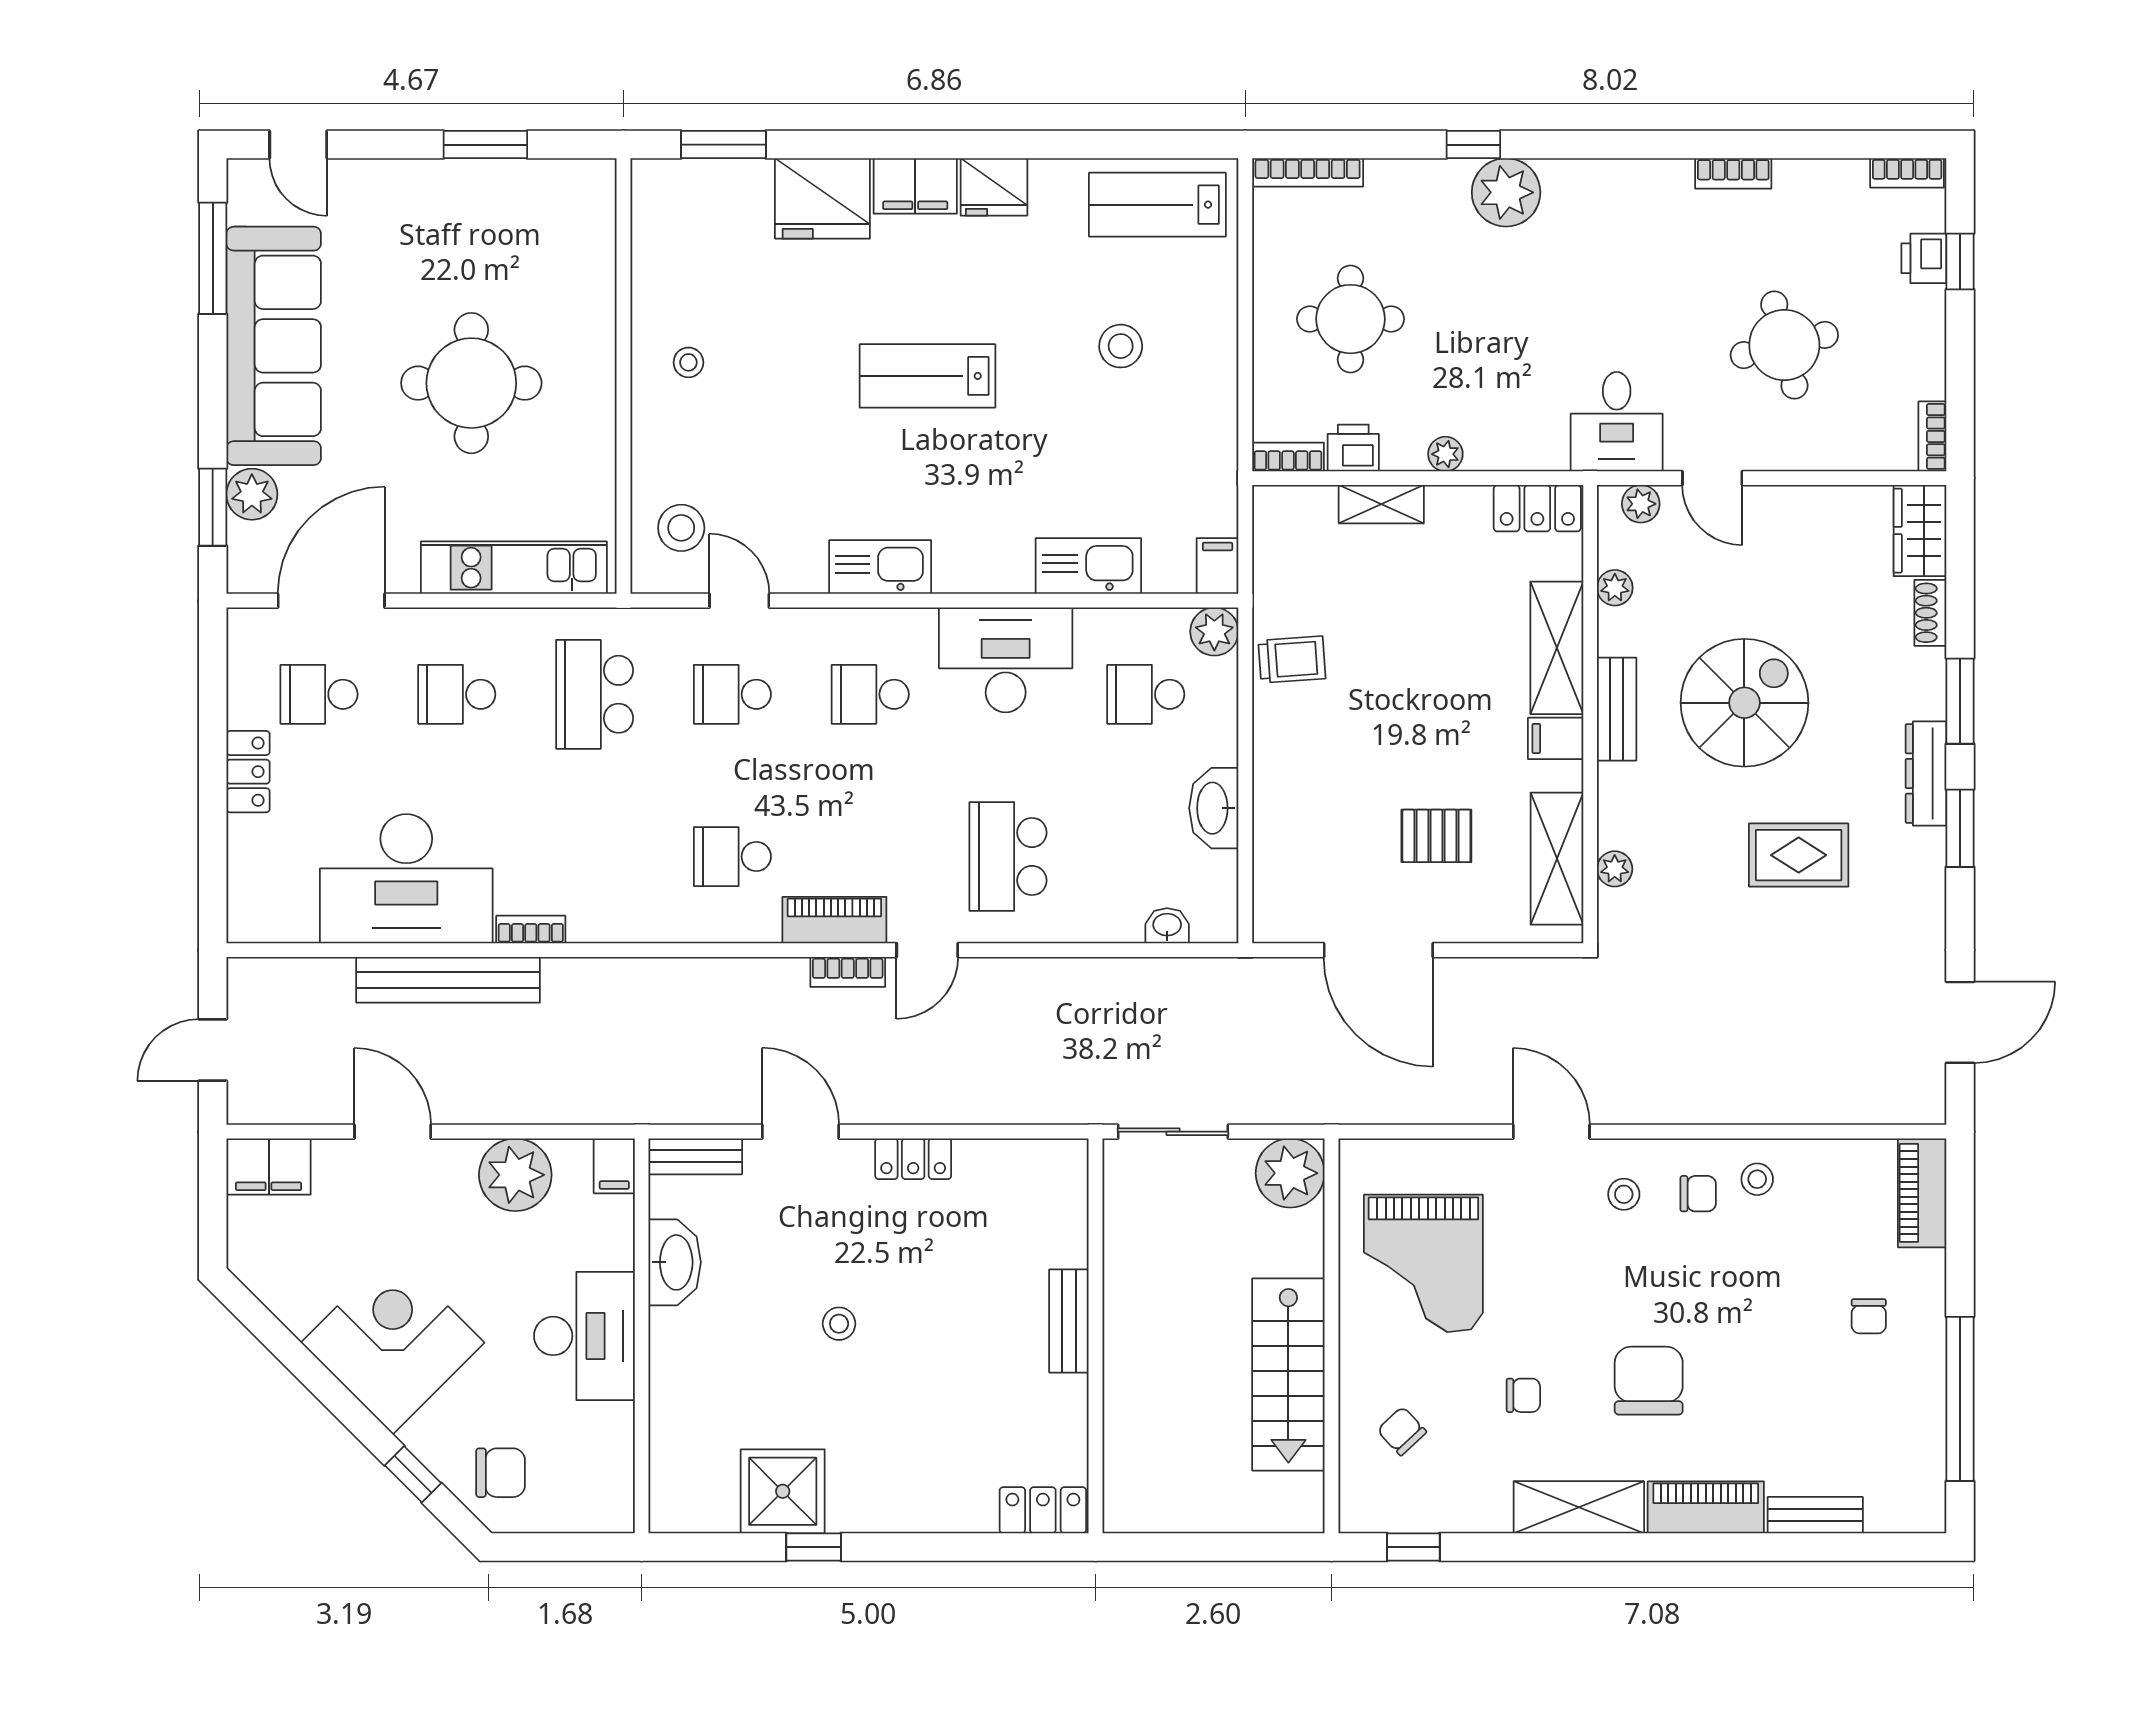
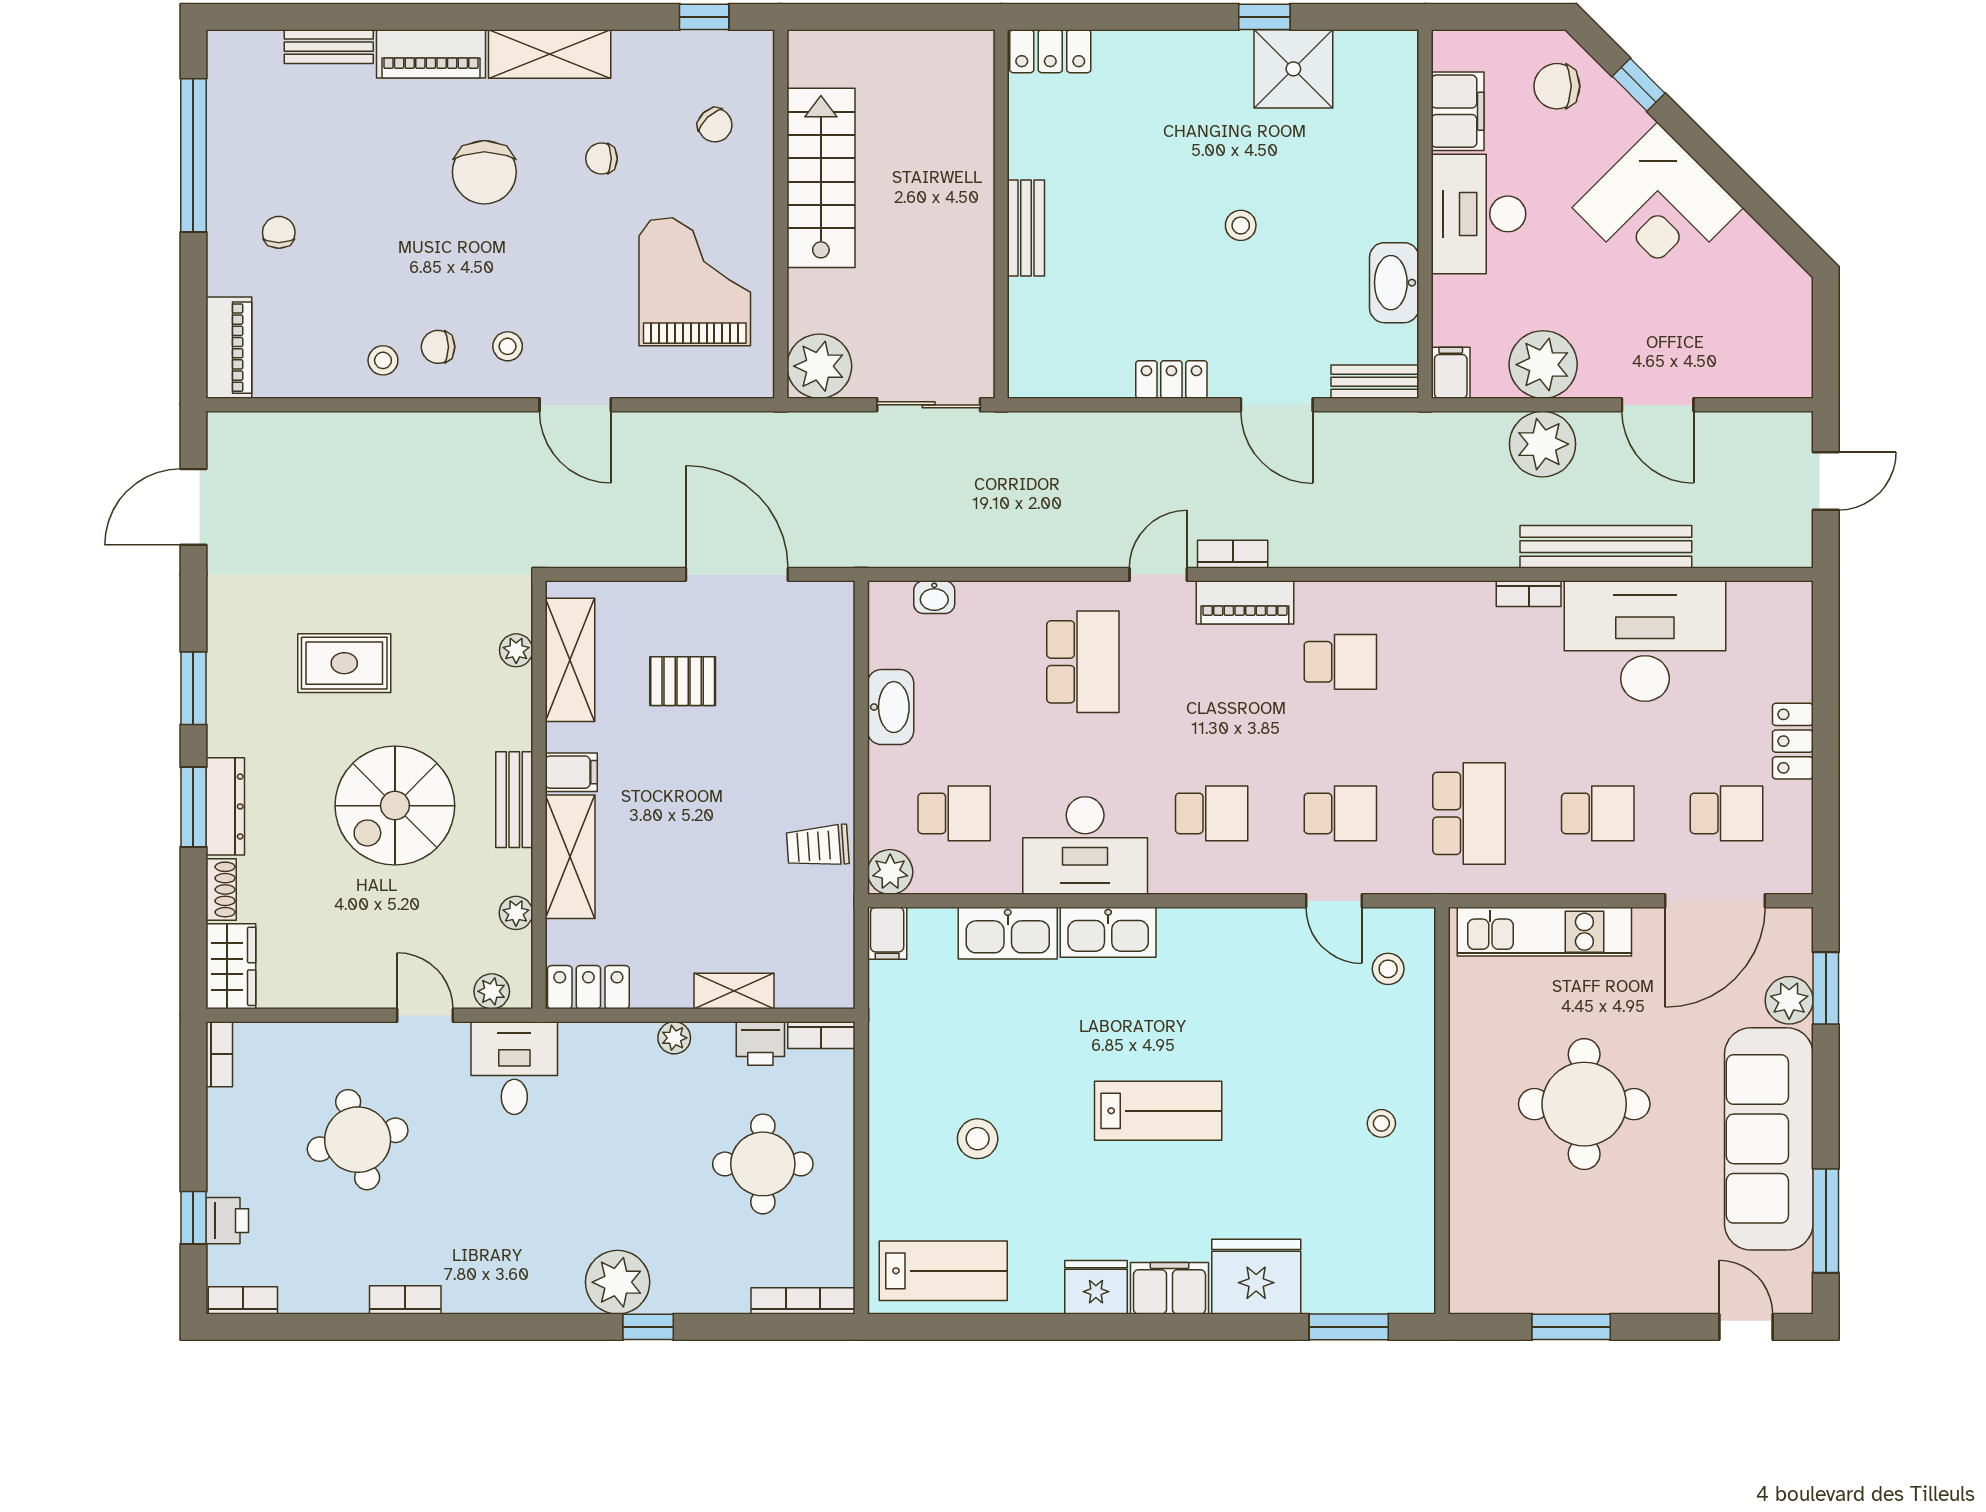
stool: (681, 528) -> (1388, 969), width x0.73, depth x0.73
kitchen sink: (880, 567) -> (1108, 932), moved
dresser: (1926, 774) -> (225, 806), moved
plant: (516, 1090) -> (1542, 444), added
filing cabinet: (269, 1167) -> (1458, 111), moved, turned 90

